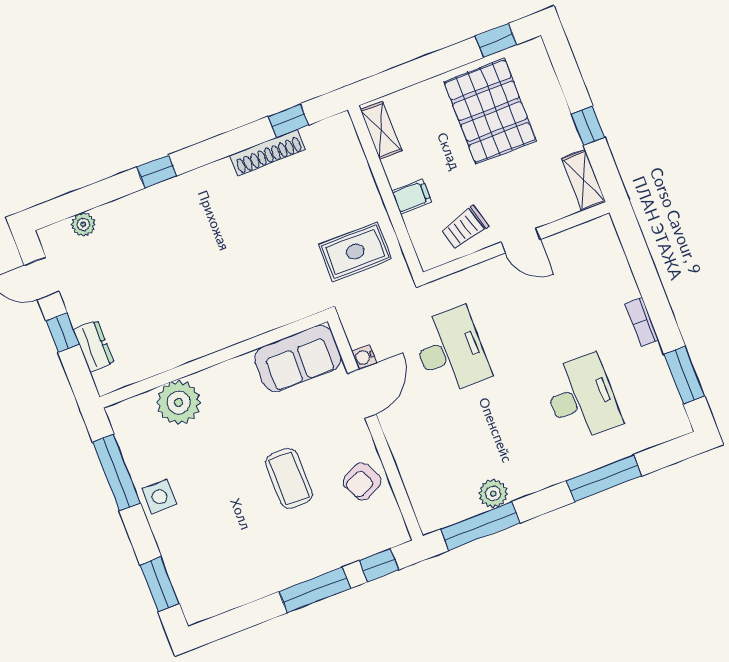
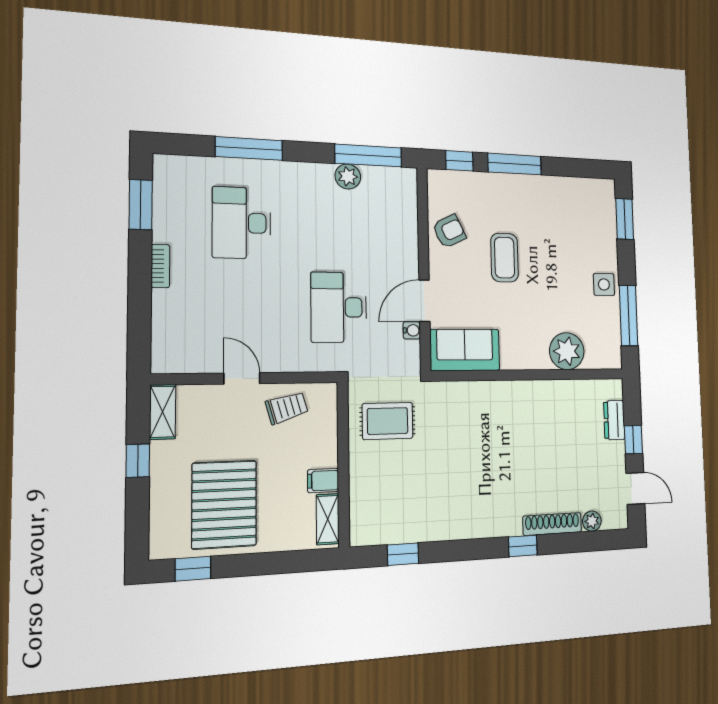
shoe rack: (268, 153) -> (552, 524), moved
filing cabinet: (412, 197) -> (323, 481), moved

